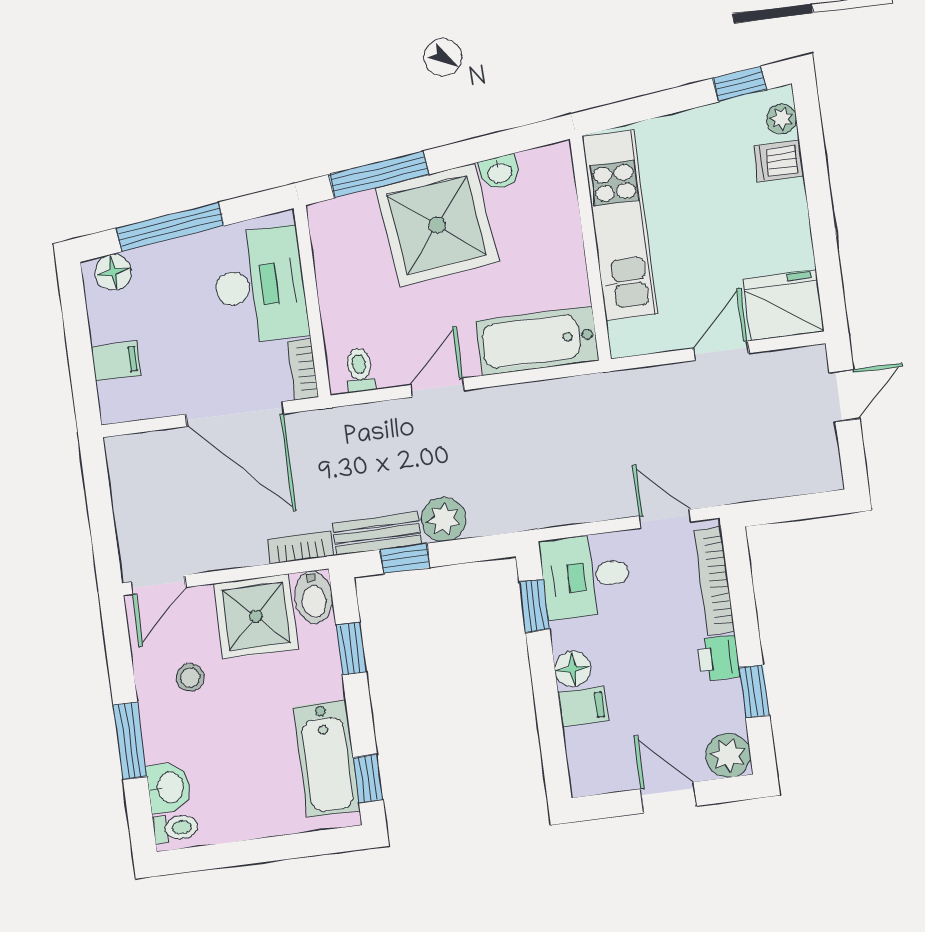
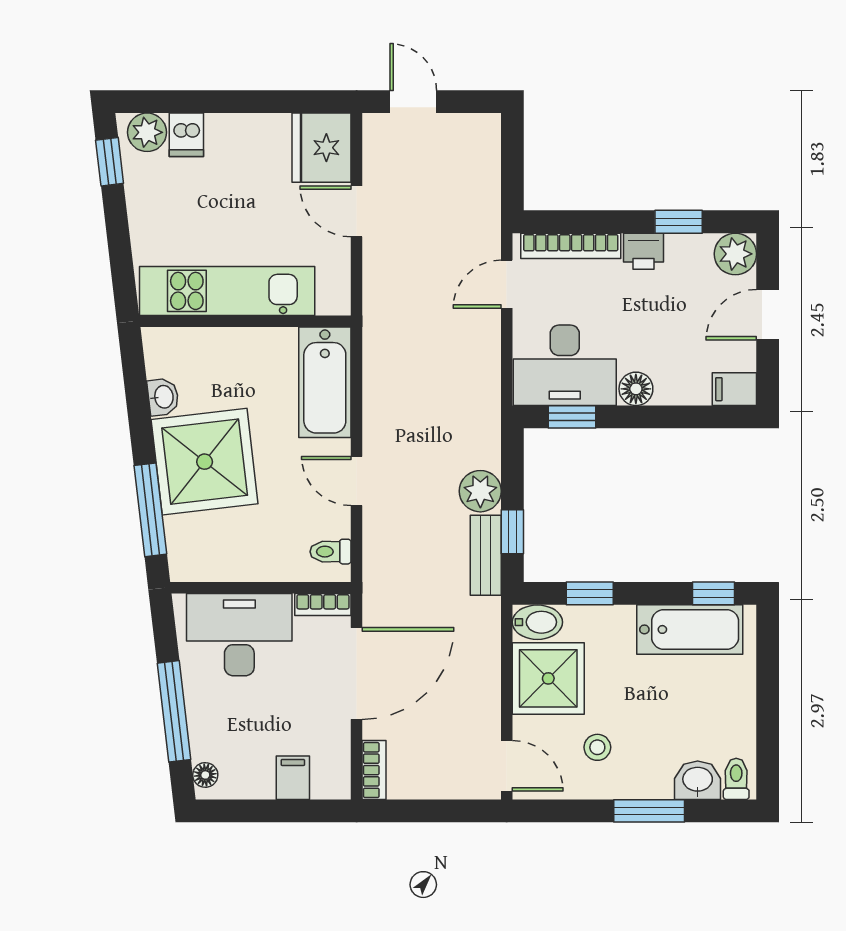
plant: (781, 119) -> (147, 132), width x1.38, depth x1.38
floor lamp: (113, 272) -> (205, 775), width x0.73, depth x0.73
bookcase: (301, 547) -> (374, 770), moved, turned 180
desk: (586, 576) -> (565, 365), width x1.37
filing cabinet: (583, 707) -> (734, 389), moved, turned -90

